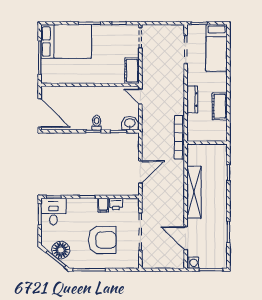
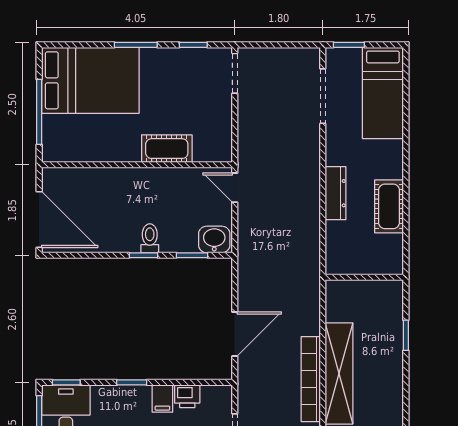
cot: (132, 71) -> (167, 149), moved, turned 90
bookcase: (179, 137) -> (311, 379), moved

